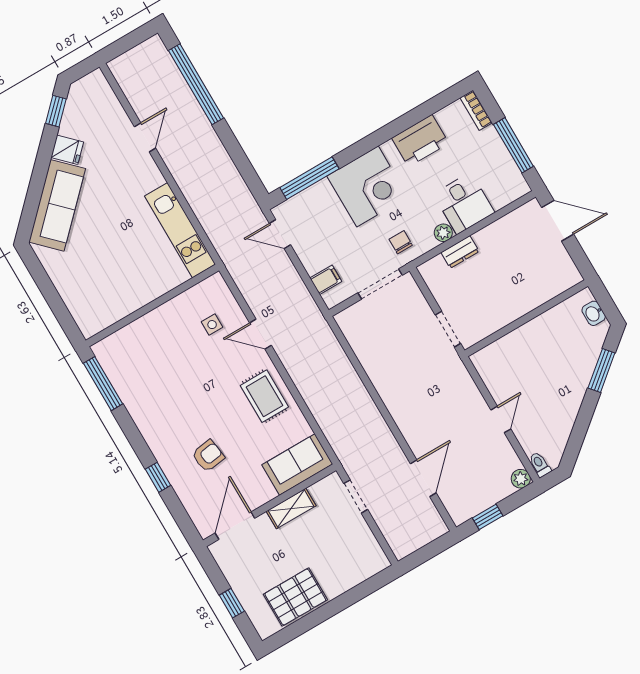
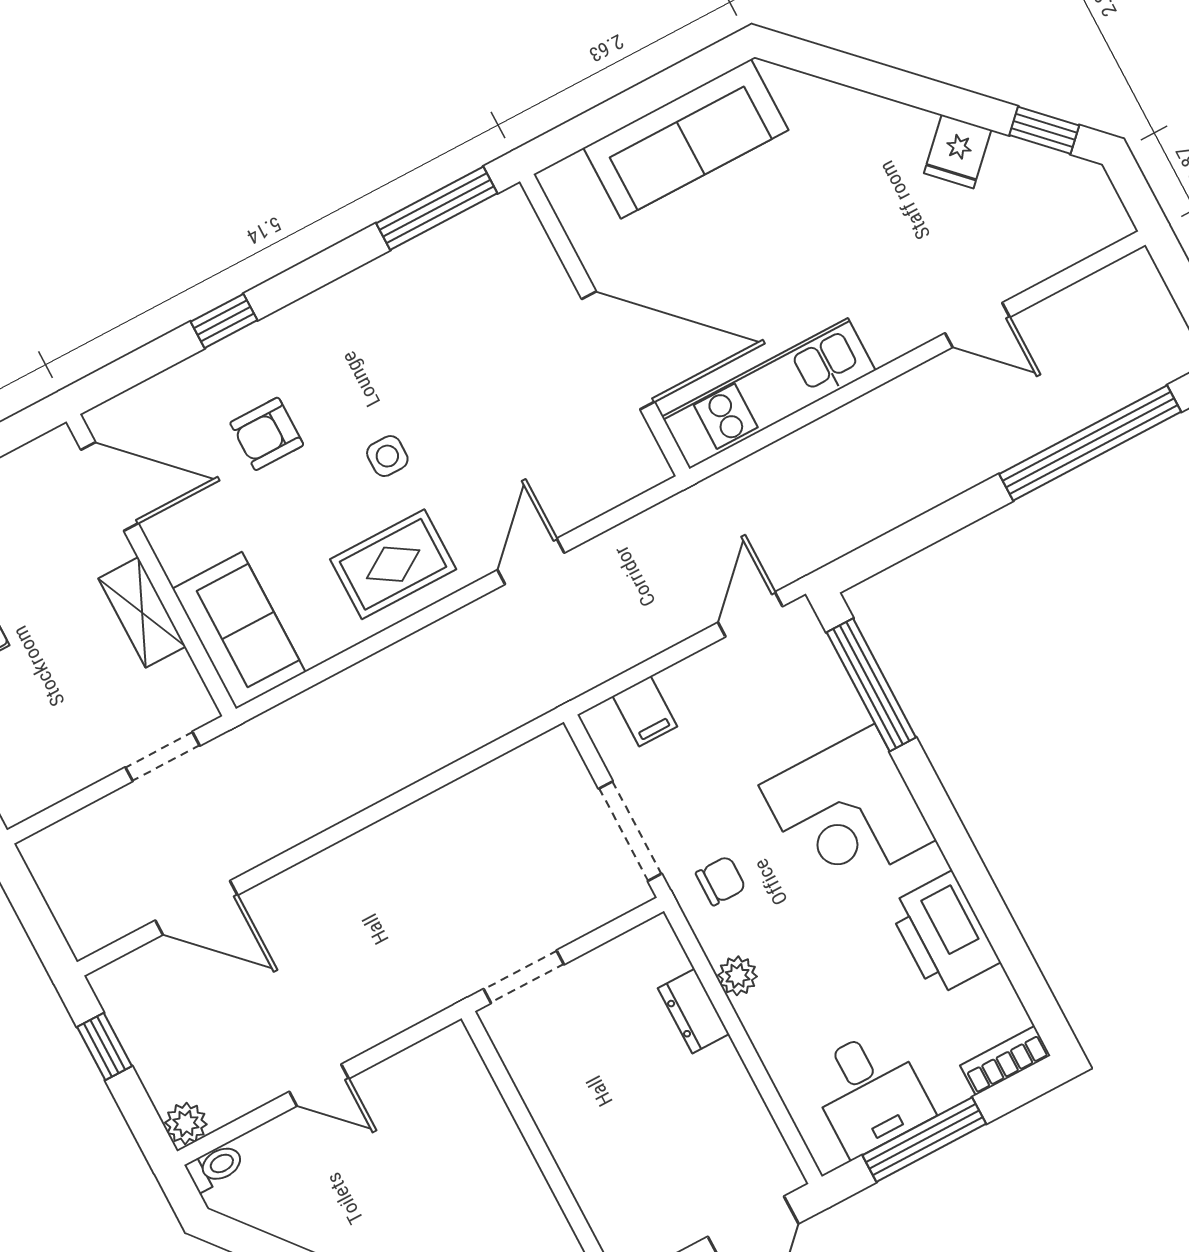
desk: (464, 203) -> (869, 1092), moved, turned -90
sofa: (57, 205) -> (686, 139), moved, turned -45
door: (164, 299) -> (618, 350), added
side table: (212, 325) -> (387, 456), moved
armchair: (208, 456) -> (267, 434), turned 98

